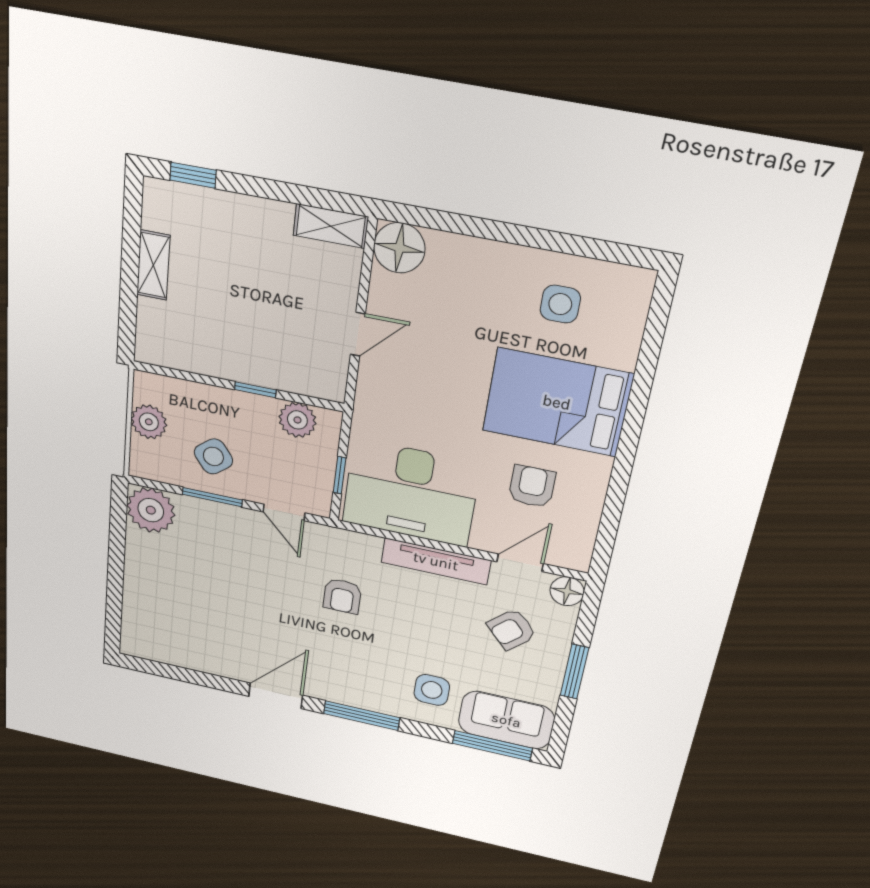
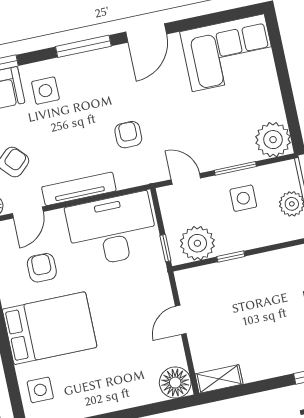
side table: (560, 304) -> (40, 390), moved
plant: (297, 420) -> (197, 243), width x1.36, depth x1.36
side table: (213, 456) -> (243, 198), turned 38
window: (340, 475) -> (165, 248), moved
armchair: (532, 486) -> (42, 268), turned 180
corner sofa: (178, 631) -> (228, 53), added

